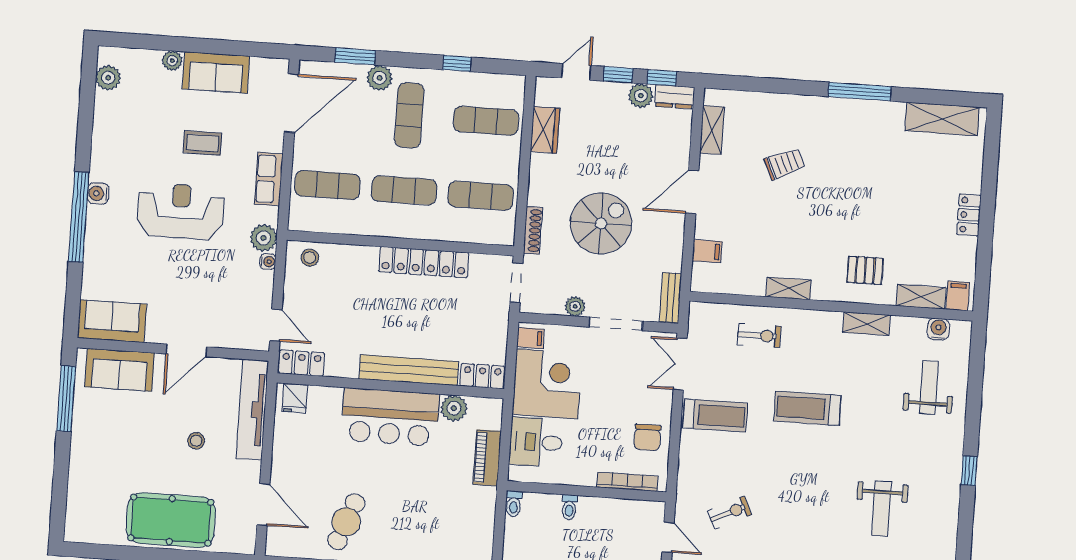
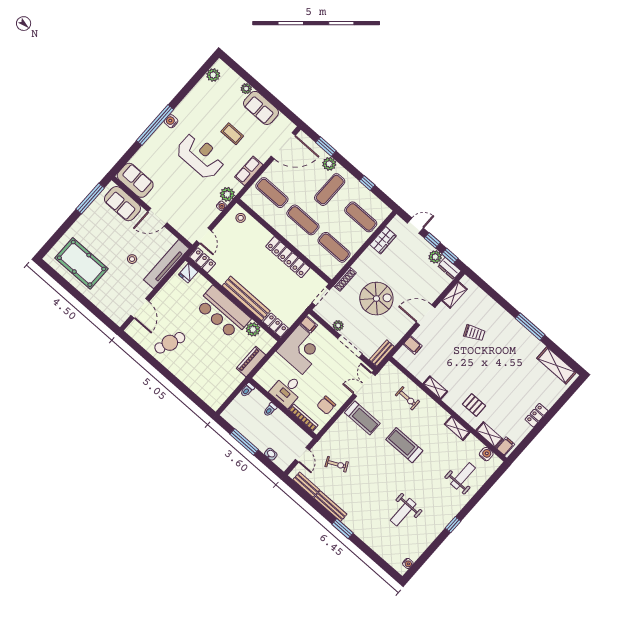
desk: (536, 442) -> (287, 390), moved, turned -90
pool table: (171, 520) -> (82, 263), moved

